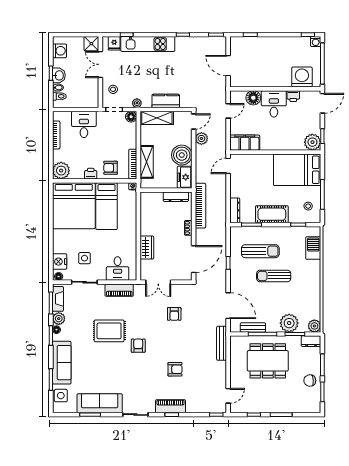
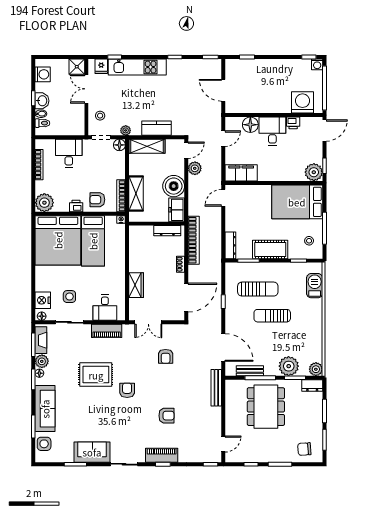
dining table: (268, 361) -> (266, 407), turned 90
chair: (310, 381) -> (304, 449), moved
sofa: (100, 403) -> (92, 452), width x0.73

